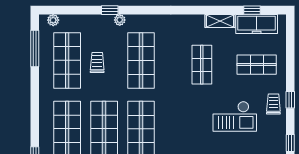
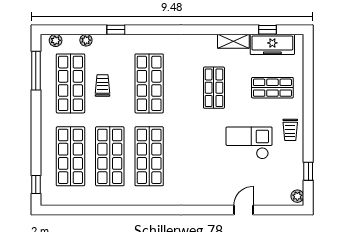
plant: (120, 20) -> (86, 40), moved
window: (290, 100) -> (308, 125), removed
trolley: (273, 104) -> (290, 130), turned 180
checkout: (235, 116) -> (249, 143), turned 180

